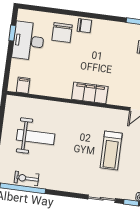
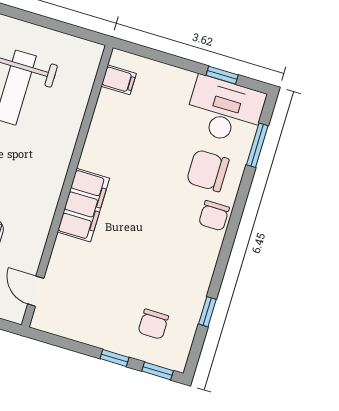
window: (45, 9) -> (257, 145), added
desk: (28, 41) -> (225, 111), moved

